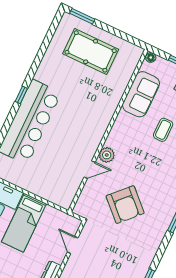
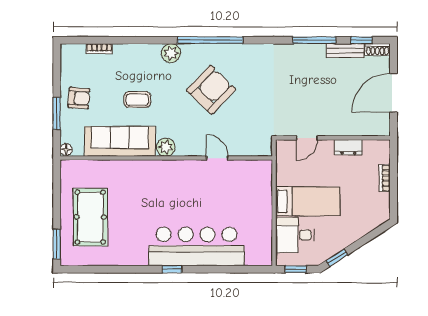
sofa: (141, 94) -> (120, 141), width x1.36
plant: (107, 155) -> (166, 147), moved
armchair: (125, 205) -> (211, 90), moved

